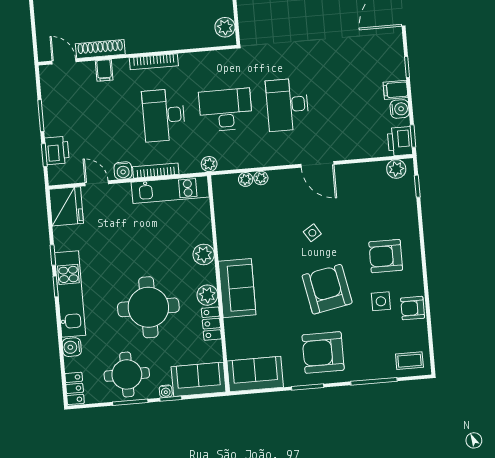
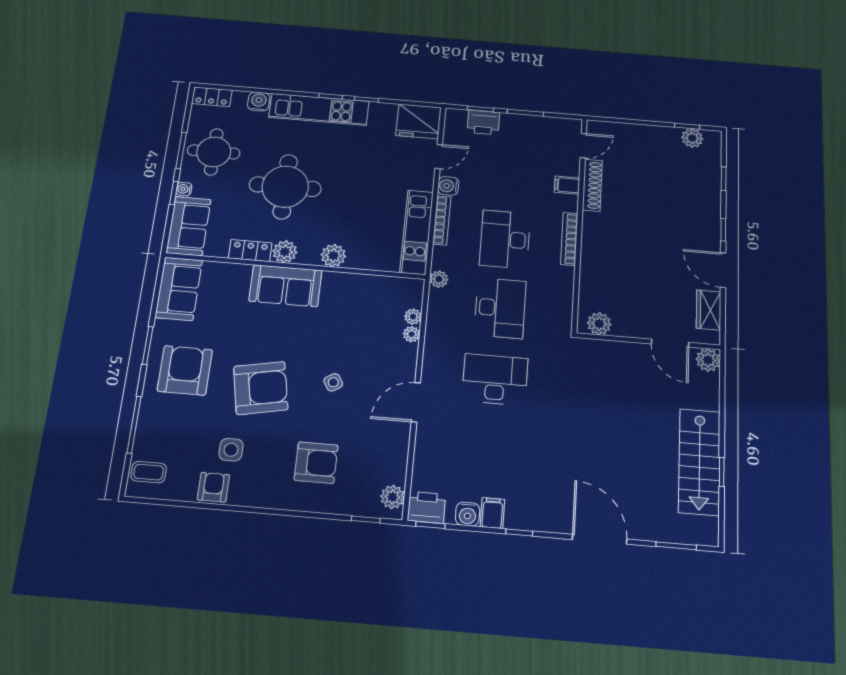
desk: (164, 115) -> (505, 239), turned -90
armchair: (386, 256) -> (316, 463), moved, turned 90
coffee table: (409, 361) -> (149, 472), turned 90

